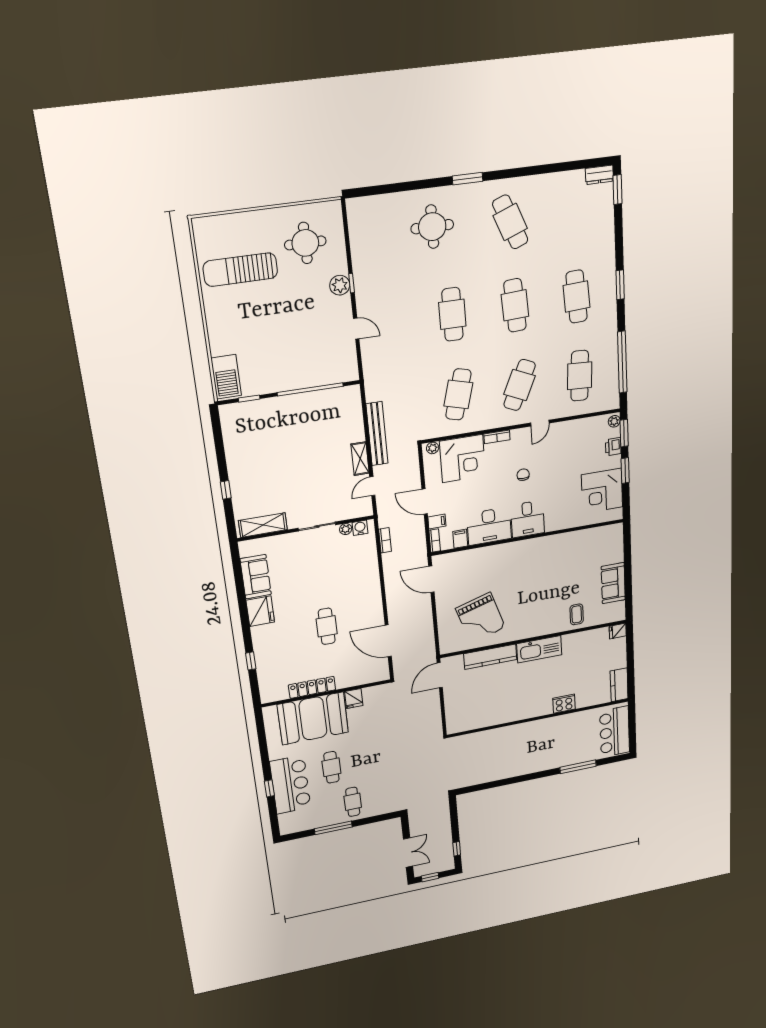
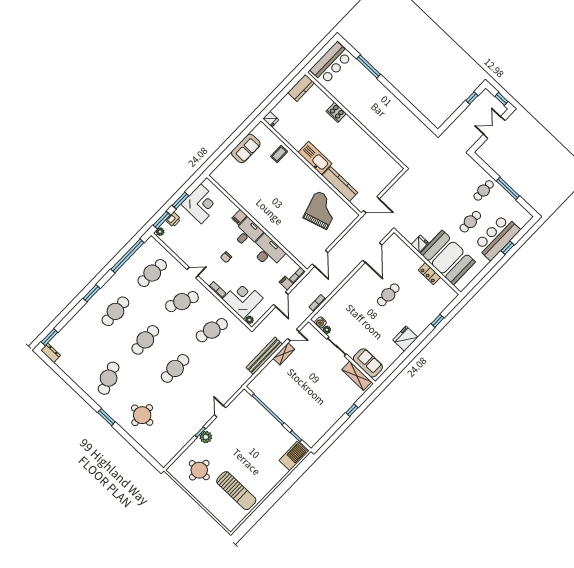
filing cabinet: (460, 539) -> (239, 217), moved
sofa: (256, 577) -> (368, 363), moved, turned 90
locker: (312, 687) -> (429, 274), width x0.66

